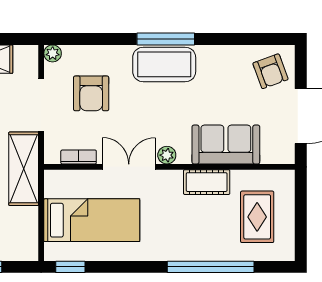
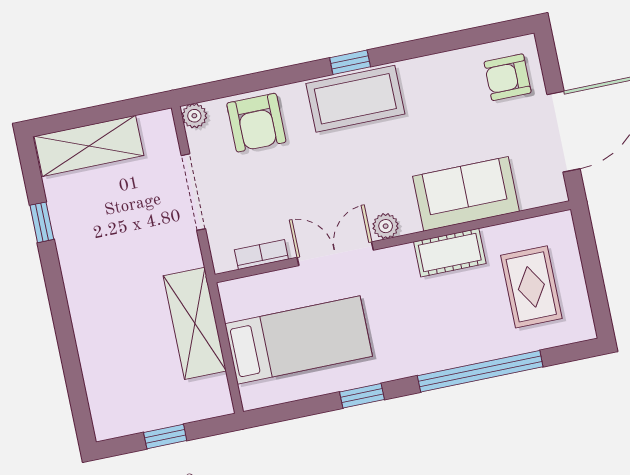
window: (166, 39) -> (350, 62), width x0.46
armchair: (270, 71) -> (508, 77), turned 110
armchair: (91, 93) -> (256, 123), moved
shelving: (24, 169) -> (195, 323), moved
window: (70, 267) -> (362, 396), moved

